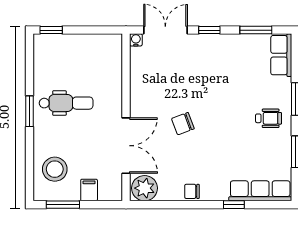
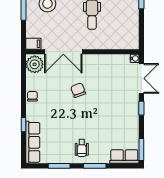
window: (256, 30) -> (141, 150), moved
filing cabinet: (89, 190) -> (33, 44), moved

